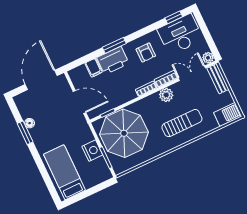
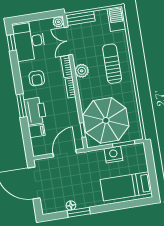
armchair: (146, 53) -> (37, 78), turned 90

